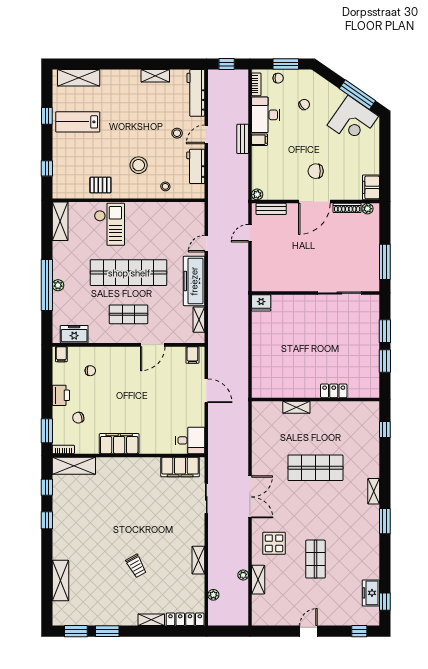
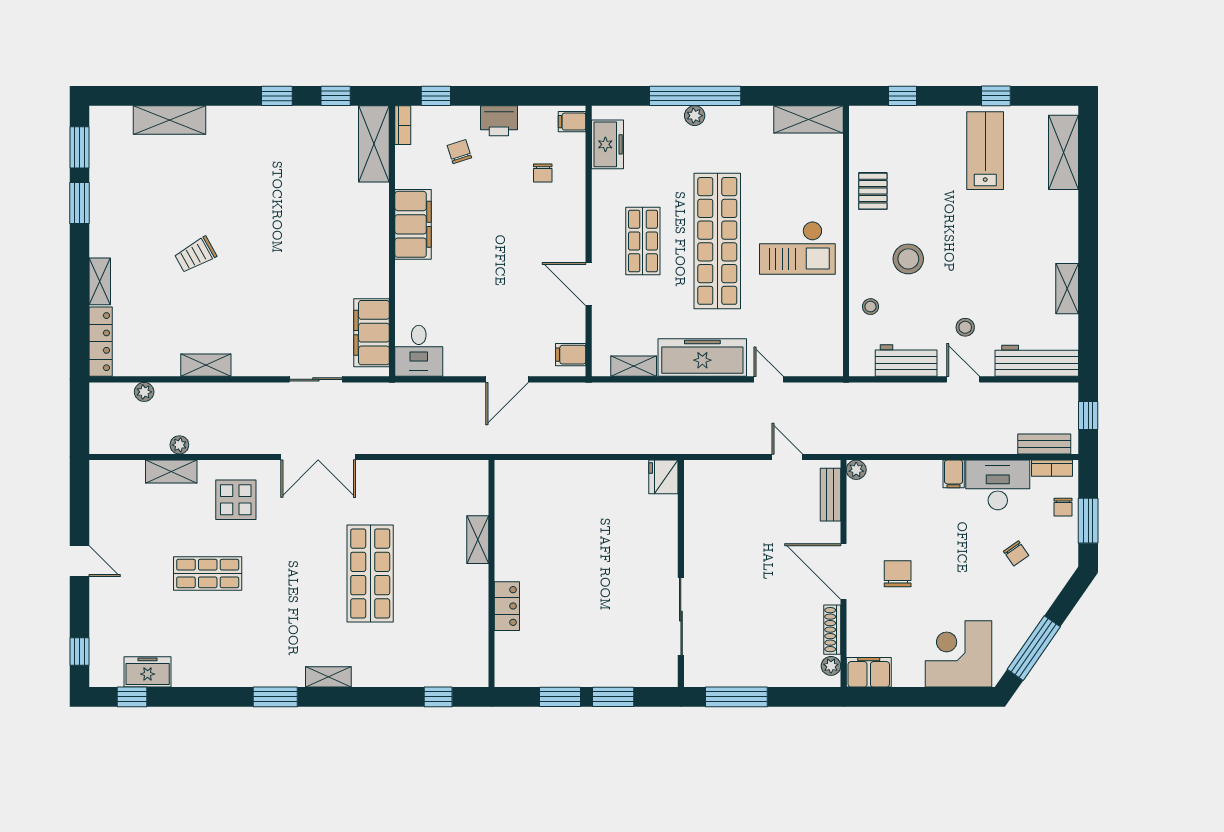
corner desk: (353, 121) -> (959, 654), moved, turned 55
bench: (243, 139) -> (1044, 444), moved
checkout: (109, 224) -> (797, 248), moved
window: (47, 431) -> (436, 96), width x0.67

